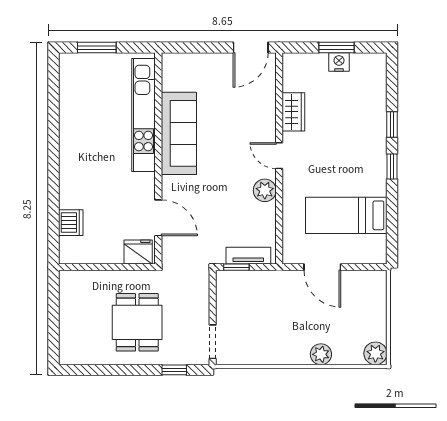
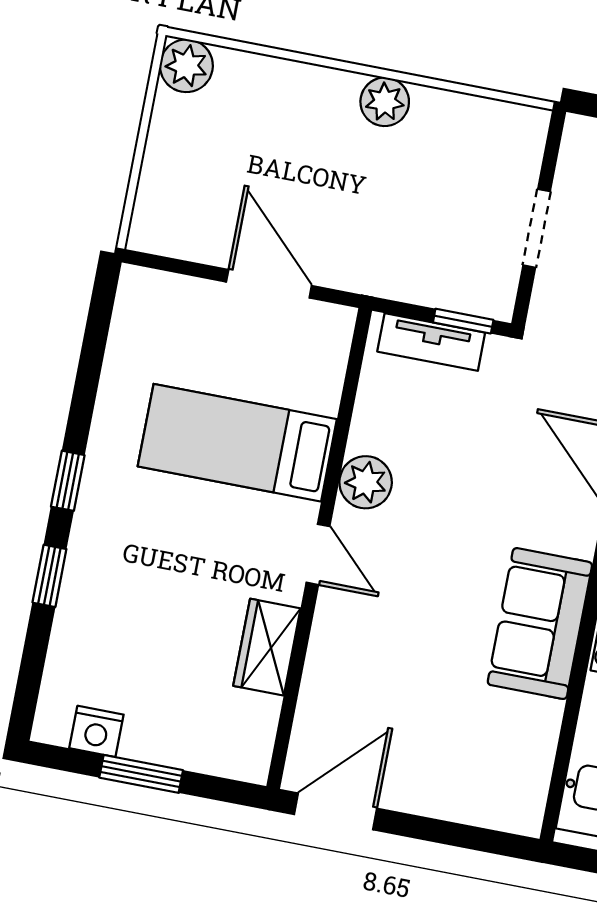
nightstand: (339, 62) -> (96, 731), moved
sofa: (179, 133) -> (540, 624), width x0.73
bed: (346, 215) -> (237, 443), moved, turned 180
doorway: (213, 342) -> (537, 228), moved
plant: (321, 354) -> (385, 102), moved

